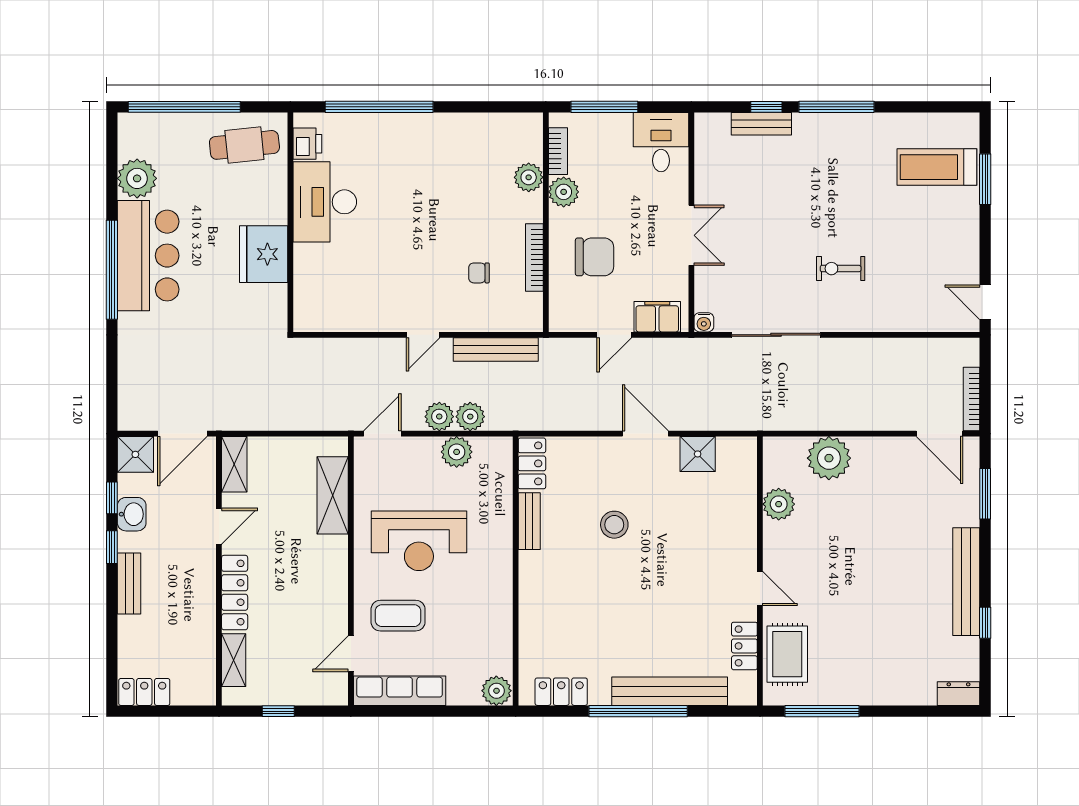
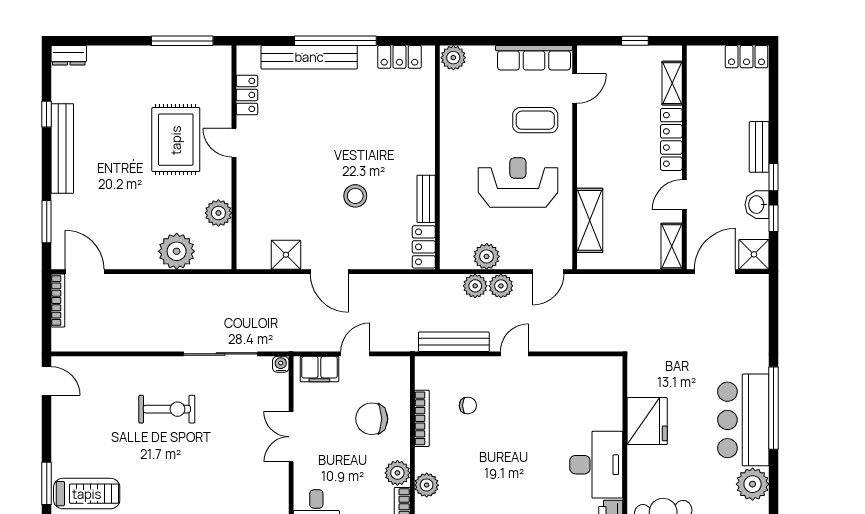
exercise bike: (841, 269) -> (167, 409), width x1.38, depth x1.39
rug: (787, 654) -> (176, 140), moved, width x1.36, depth x1.43

